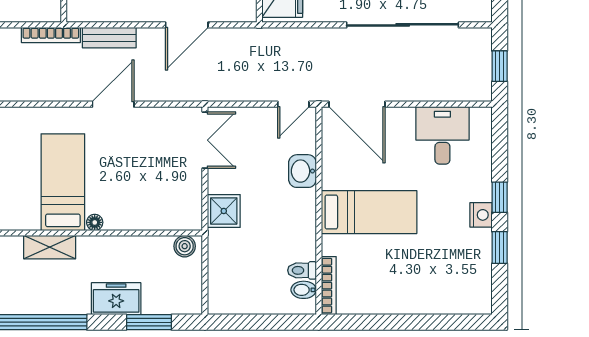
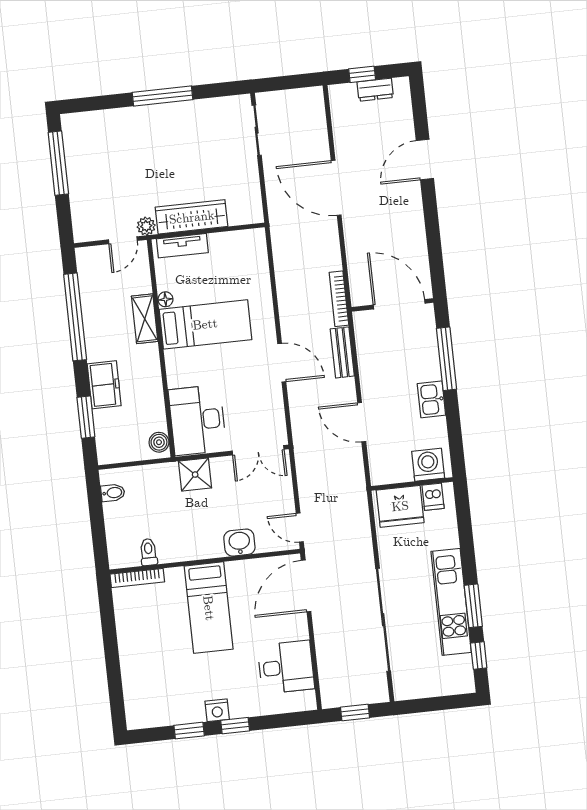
desk: (165, 202) -> (197, 420), added
floor lamp: (95, 222) -> (165, 299), moved
bidet: (304, 290) -> (113, 493), moved, turned 90

